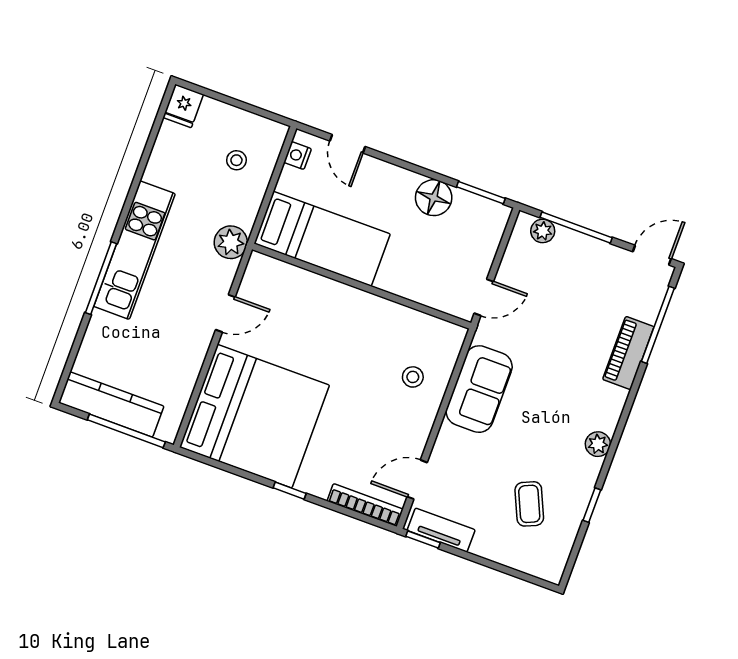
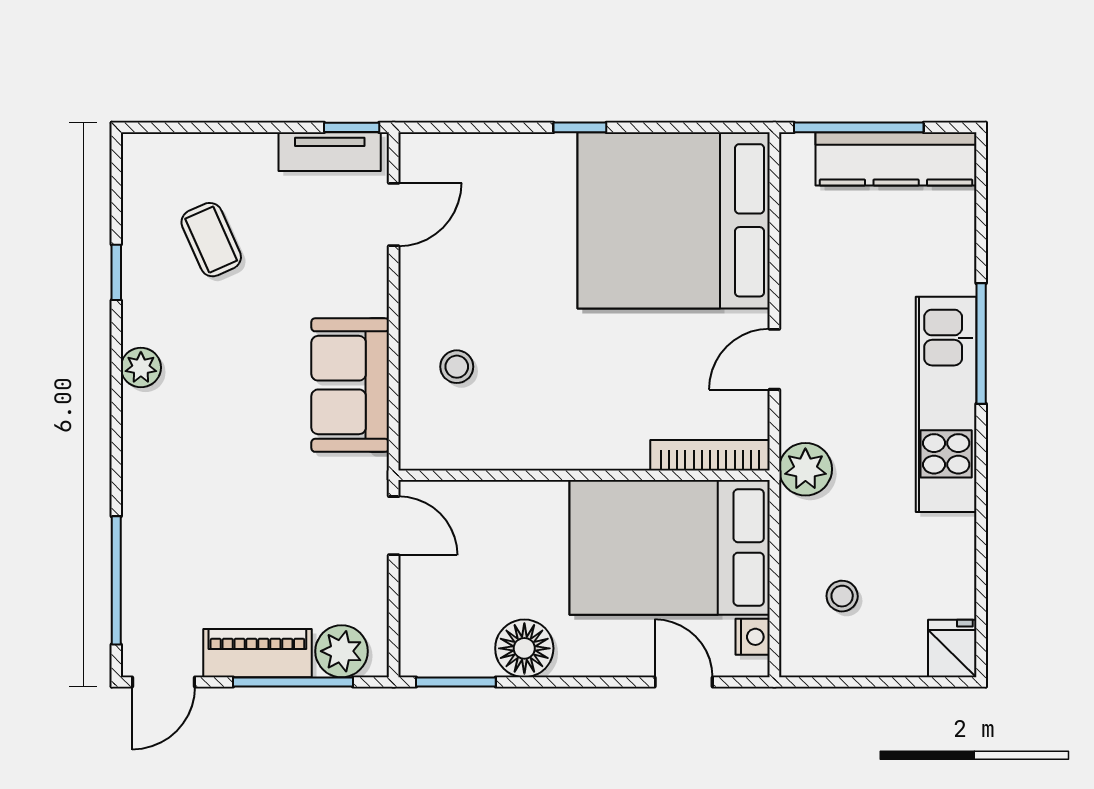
plant: (543, 231) -> (342, 651), width x1.38, depth x1.38
bed: (322, 239) -> (670, 547), width x1.50
door: (484, 297) -> (394, 526), swing flipped
piano: (628, 353) -> (257, 653), moved, turned -90
bookcase: (365, 505) -> (710, 455), moved, turned 180

